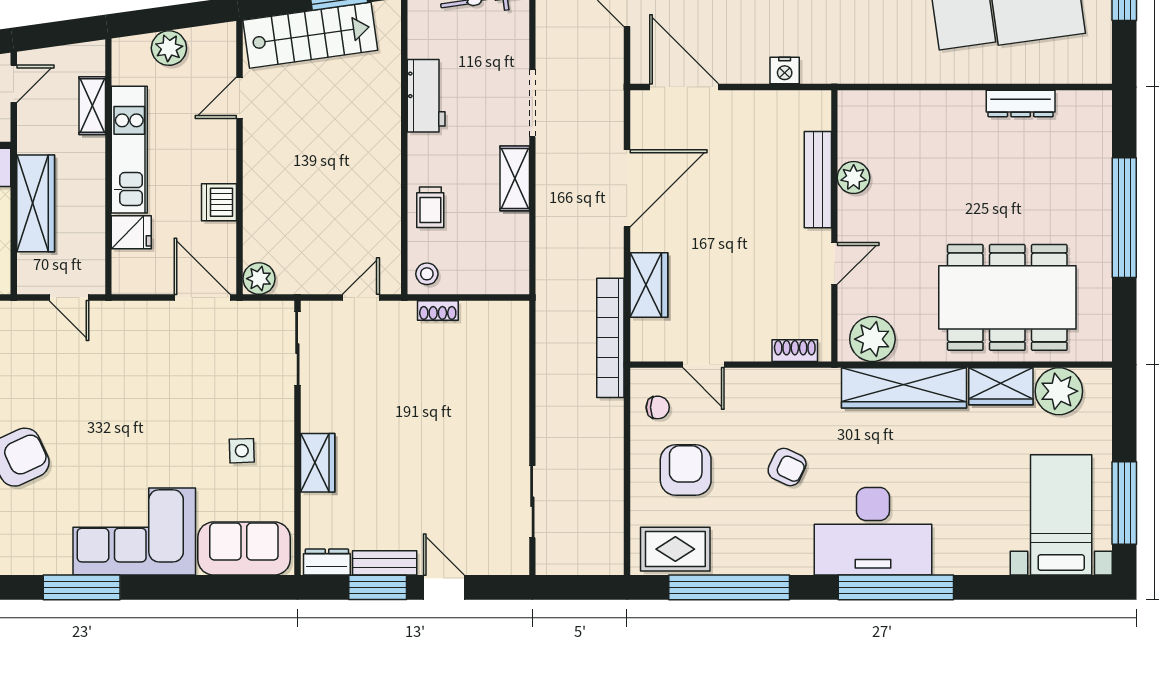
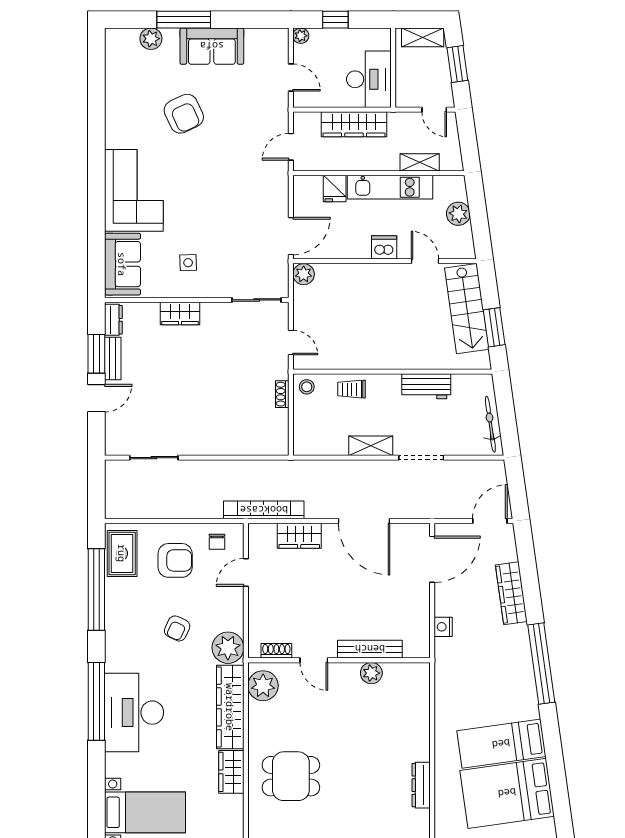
dishwasher: (219, 202) -> (384, 247), moved
dining table: (1007, 297) -> (291, 776), width x0.53, depth x0.80
shoe rack: (795, 351) -> (276, 651), moved, turned -90
plant: (1059, 391) -> (228, 648), moved
desk: (873, 531) -> (134, 713), moved
window: (82, 587) -> (96, 155), removed

